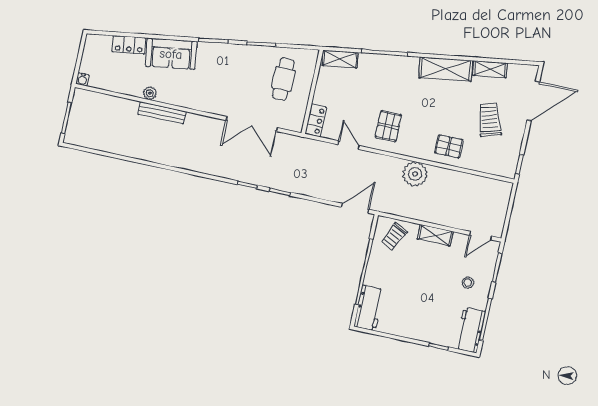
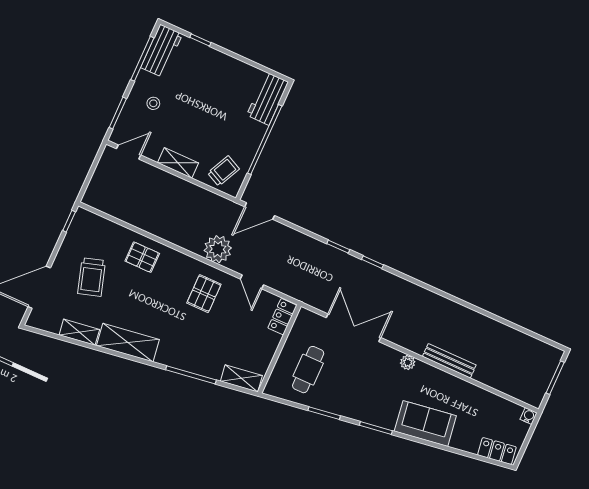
locker: (129, 45) -> (497, 451), moved
plant: (150, 93) -> (408, 362), moved
plant: (415, 174) -> (218, 249), moved

